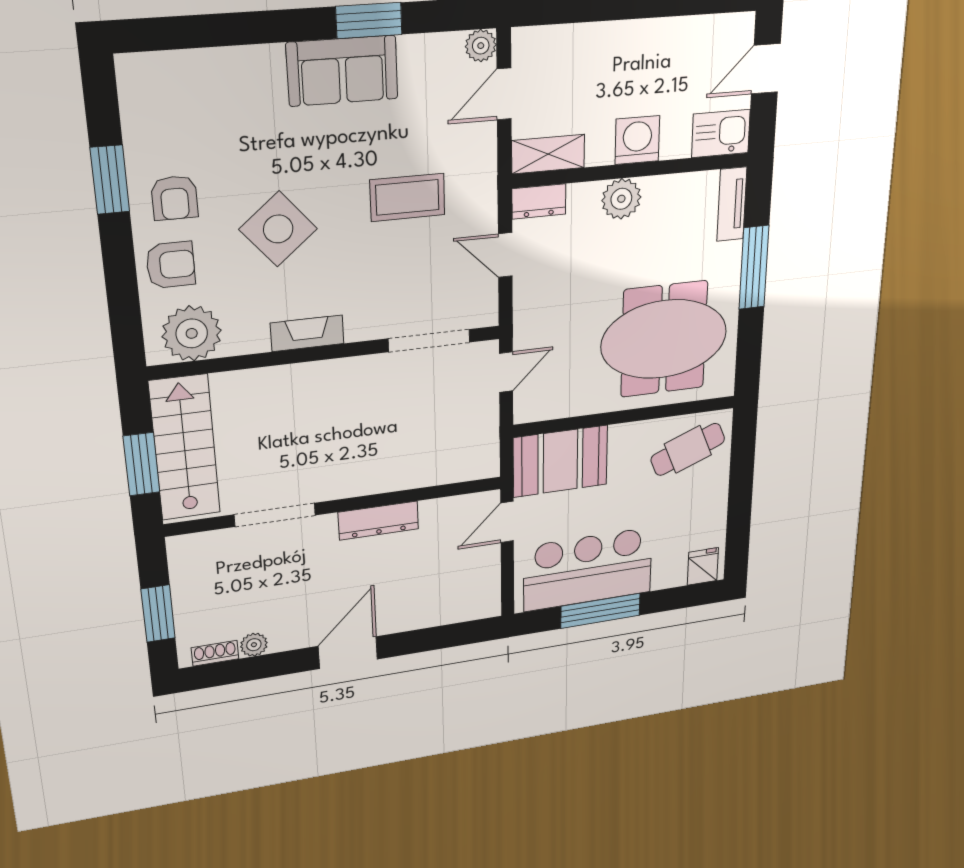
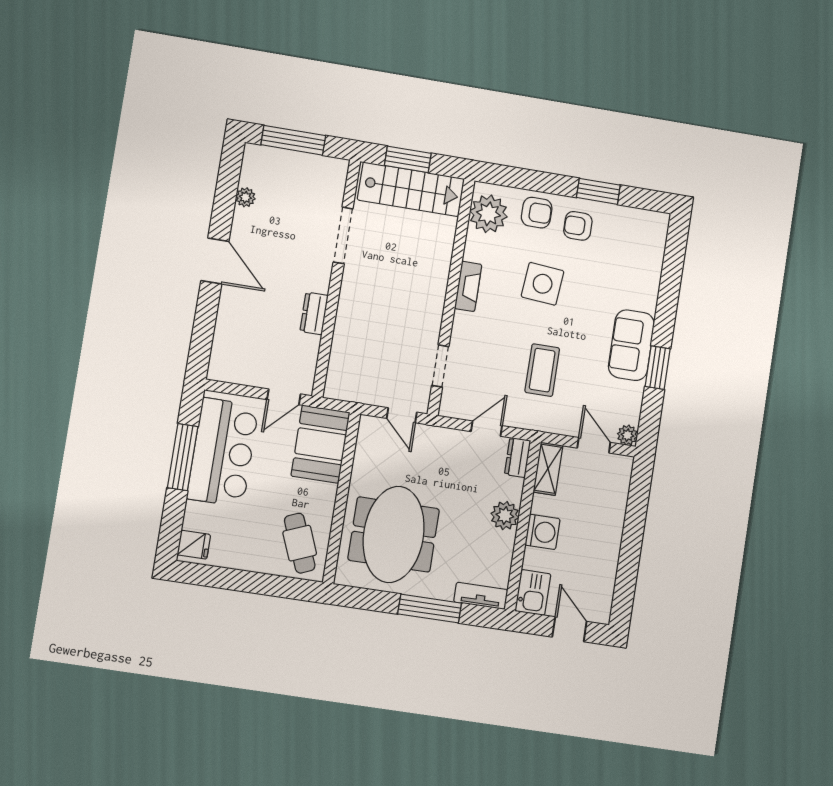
side table: (278, 229) -> (543, 284), turned 45
armchair: (171, 265) -> (537, 213), turned -90
doorway: (429, 340) -> (440, 366), width x0.73
dresser: (378, 521) -> (314, 313), width x0.70
door: (507, 522) -> (284, 397), swing flipped
window: (158, 614) -> (293, 140), width x1.44
shoe rack: (215, 653) -> (248, 169), removed

